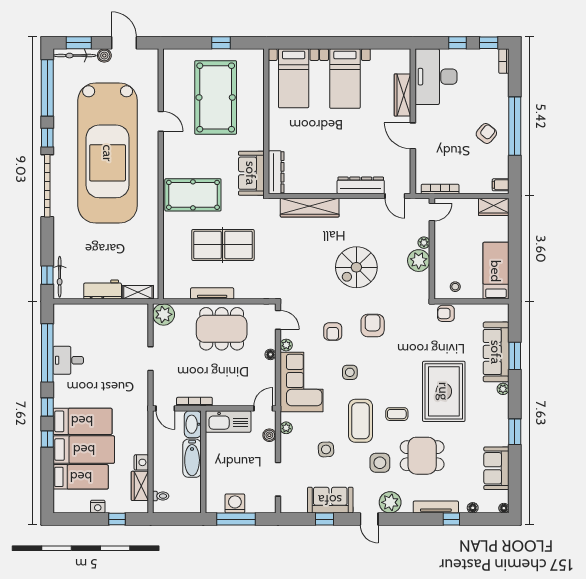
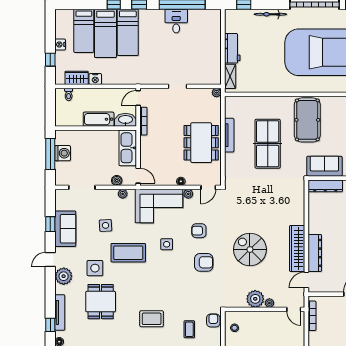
wardrobe: (310, 208) -> (297, 249), moved
bicycle: (60, 277) -> (270, 14), moved
plant: (164, 314) -> (216, 93), width x0.53, depth x0.53
rug: (444, 391) -> (152, 319), width x0.54, depth x0.49
coffee table: (397, 414) -> (189, 329), moved

